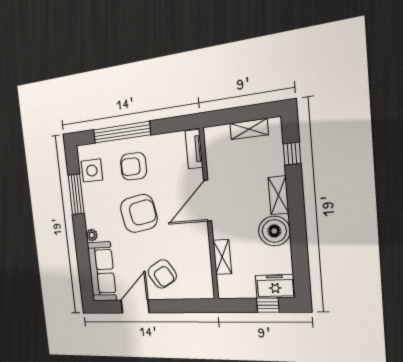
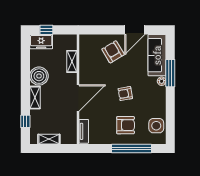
window: (76, 194) -> (170, 73), moved
armchair: (139, 213) -> (125, 94), width x0.53, depth x0.53

